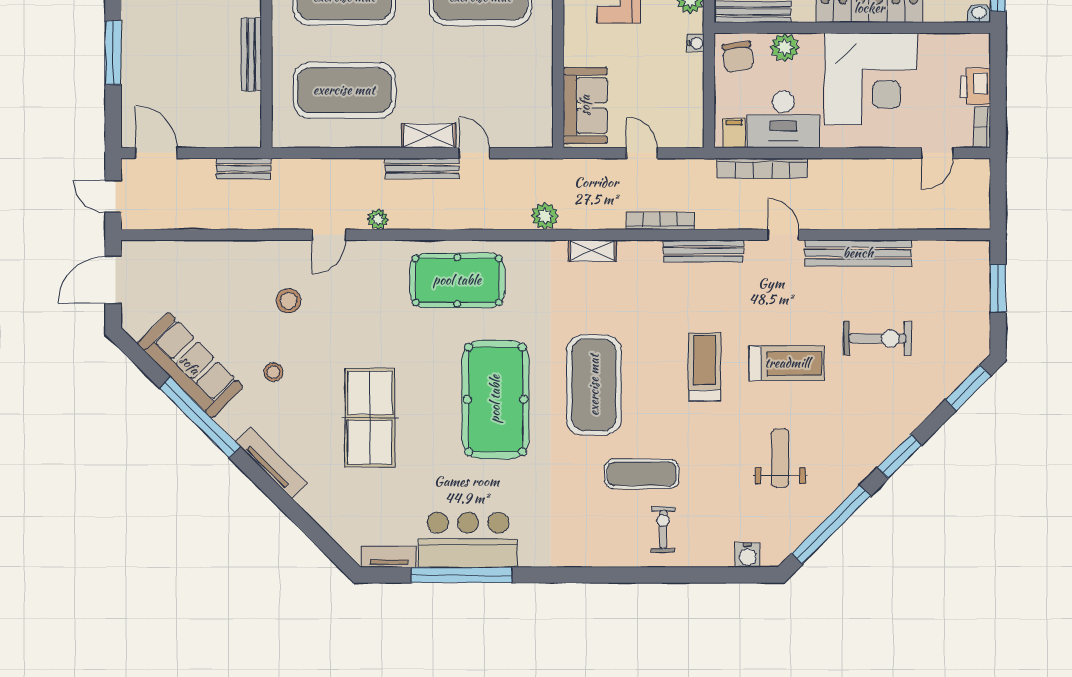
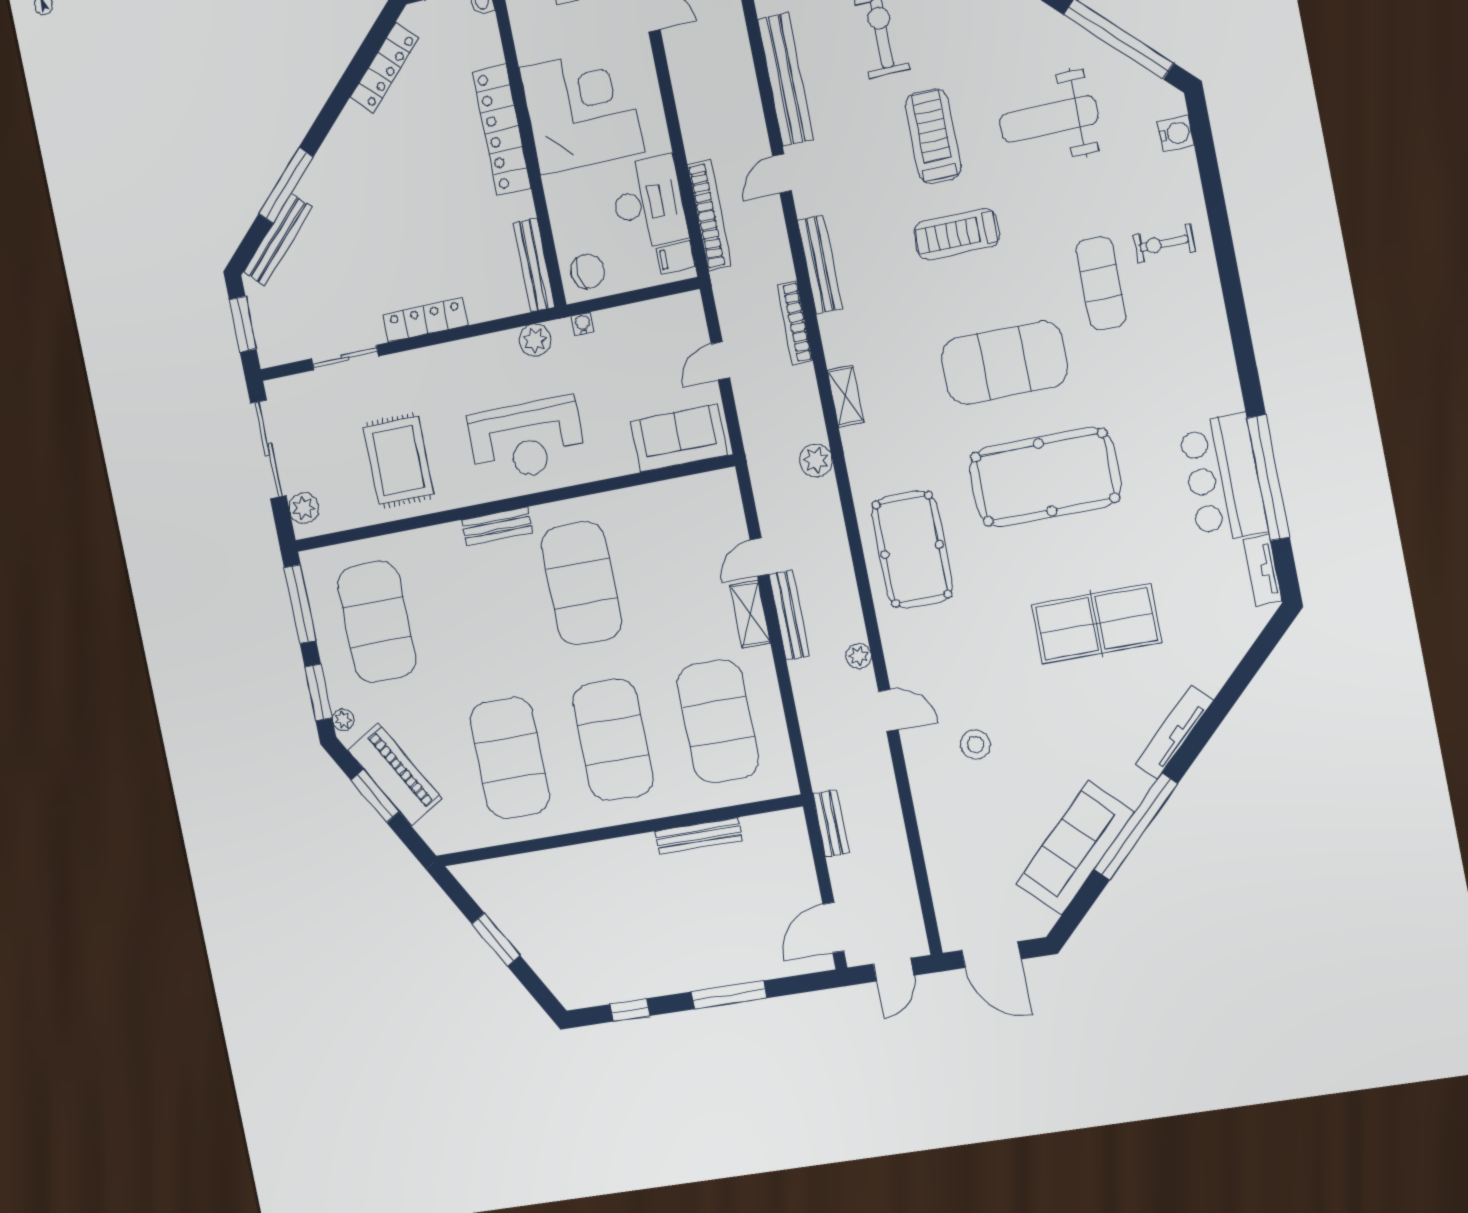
plant: (785, 47) -> (566, 219), removed
stool: (273, 372) -> (1064, 748), removed
weight bench: (780, 458) -> (1049, 119), width x1.36, depth x1.33

